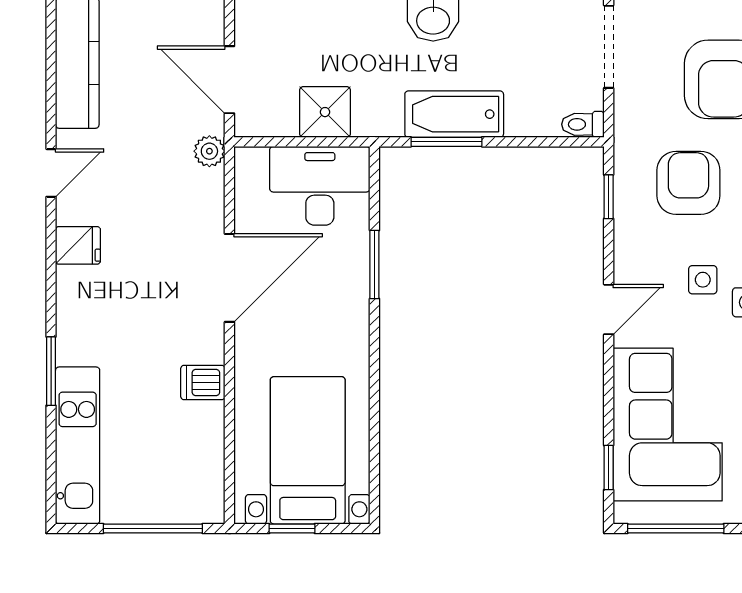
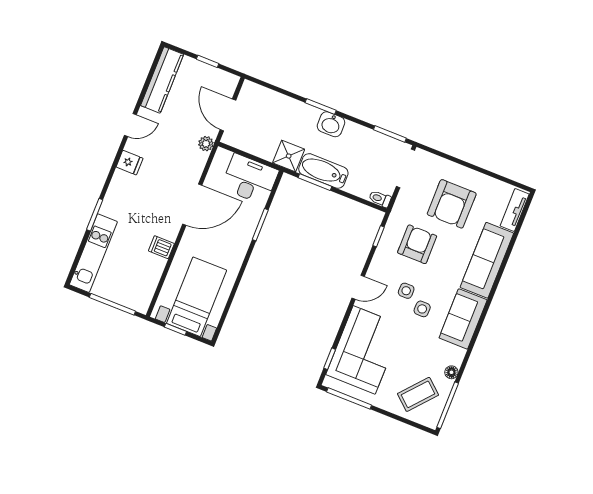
shower: (325, 112) -> (289, 156), moved

